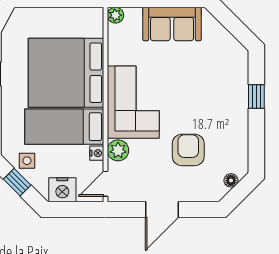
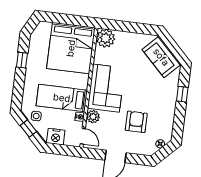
plant: (115, 15) -> (106, 38), width x1.88, depth x1.88
sofa: (172, 24) -> (161, 57), moved, turned 45
bed: (66, 73) -> (71, 48), moved, turned -90
door: (106, 184) -> (83, 136), swing flipped

